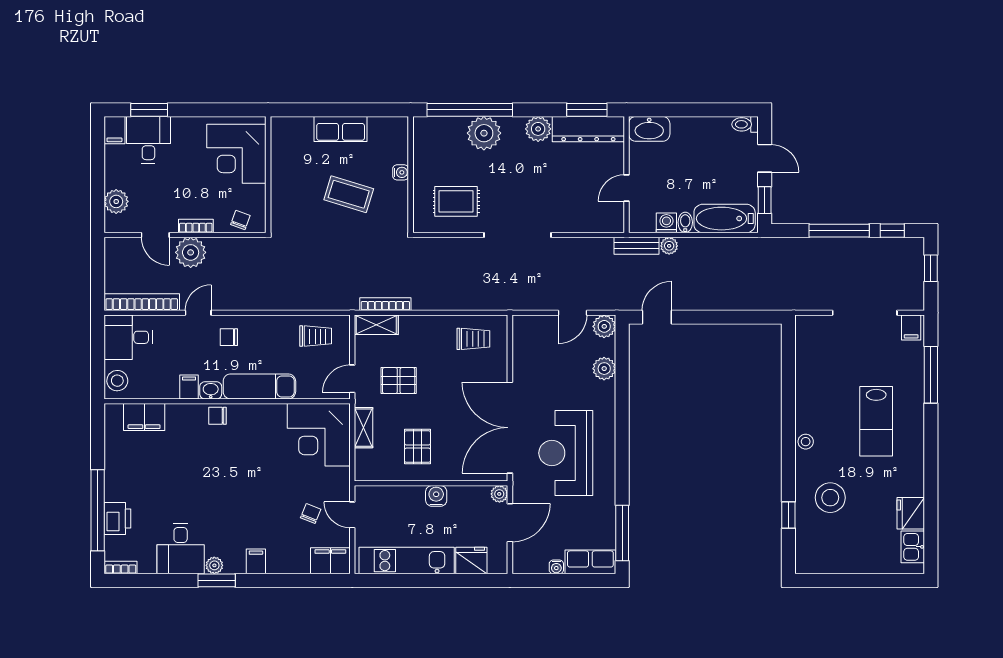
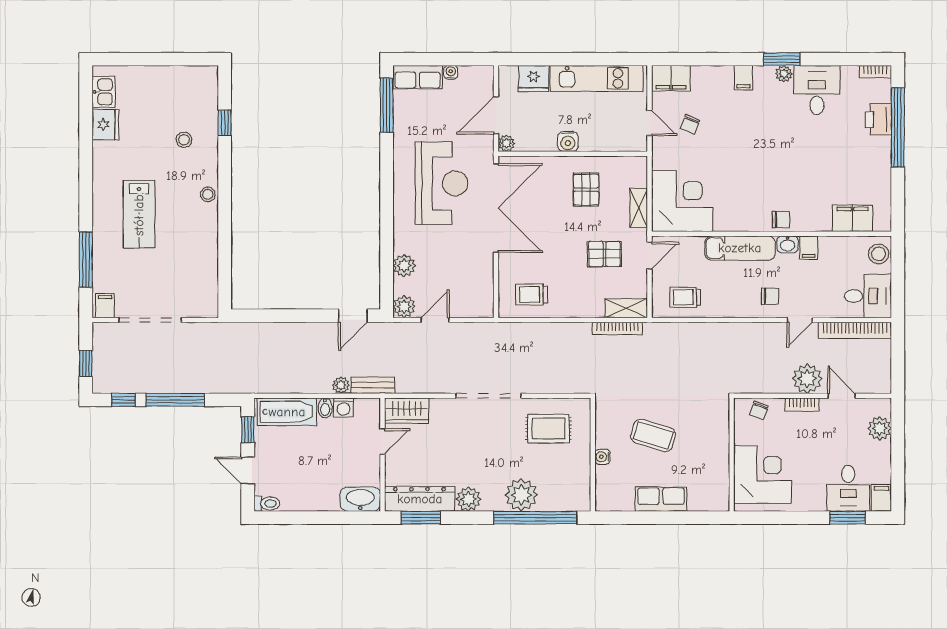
wardrobe: (602, 220) -> (407, 411), added
lab bench: (876, 421) -> (139, 214), turned 180
stool: (830, 498) -> (184, 140), width x0.53, depth x0.53

